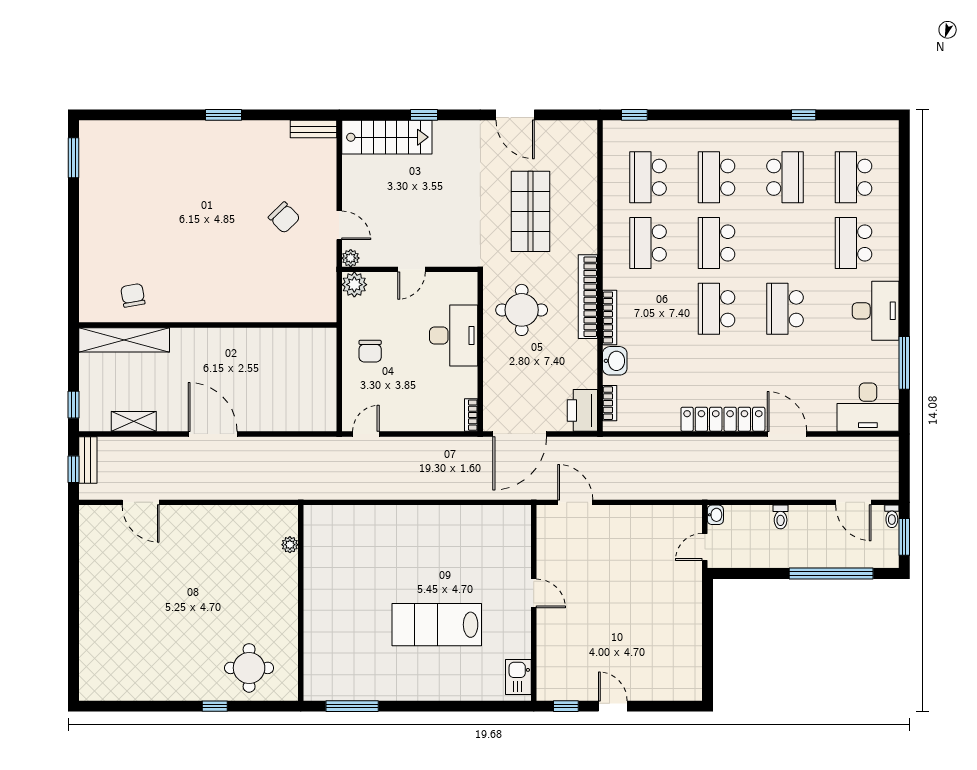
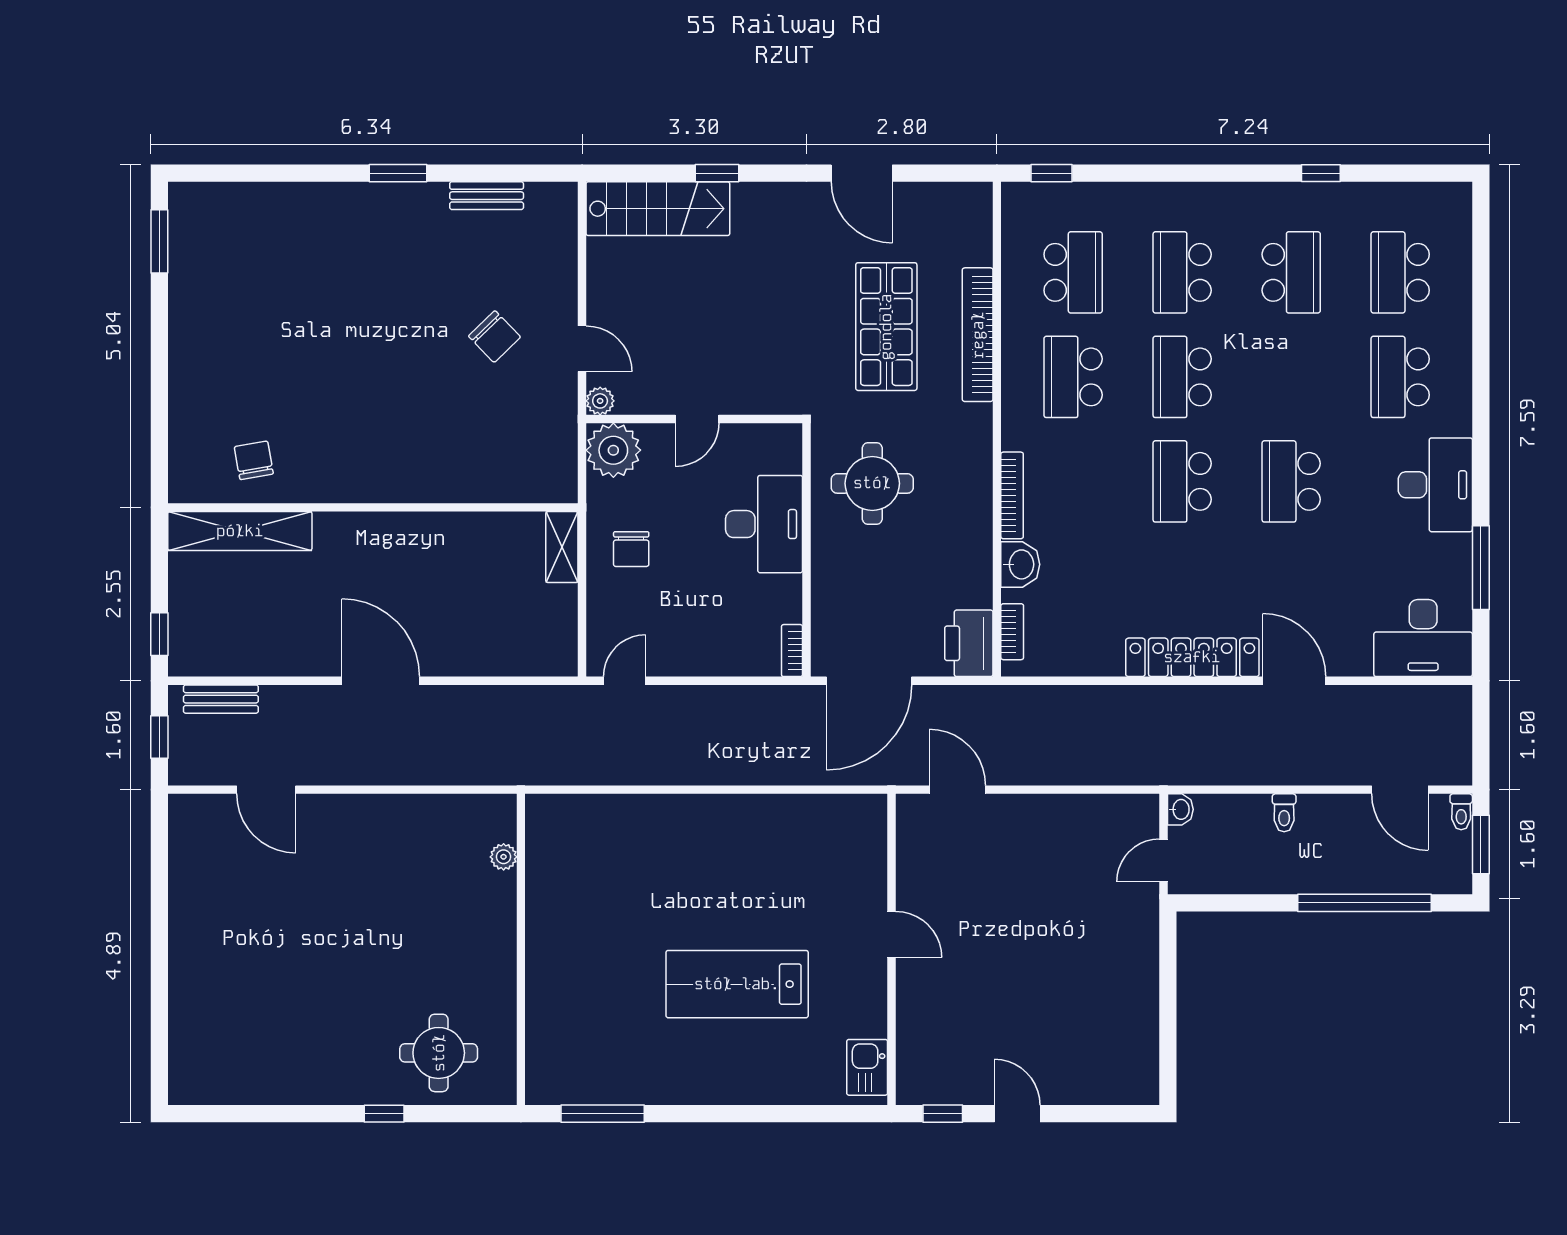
bench: (314, 129) -> (487, 196), moved
school desk: (648, 177) -> (1073, 272), turned 180
plant: (354, 285) -> (613, 450), width x1.36, depth x1.36
bookcase: (588, 297) -> (978, 335), moved
shelving: (134, 421) -> (562, 547), moved, turned 90
bench: (88, 460) -> (221, 699), moved, turned 90

